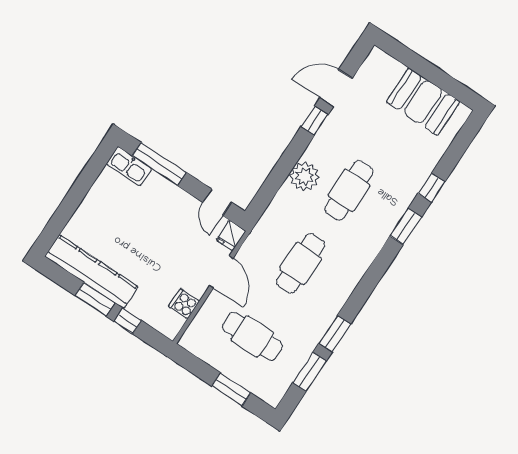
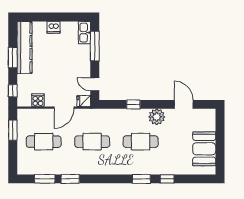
window: (314, 121) -> (133, 104), moved
plant: (304, 177) -> (157, 117), moved
door: (217, 202) -> (95, 84), hinge flipped
dishwasher: (90, 208) -> (54, 27), added
window: (128, 321) -> (13, 91), moved
cafe table: (252, 336) -> (44, 142), turned 90
window: (231, 389) -> (13, 130), moved

